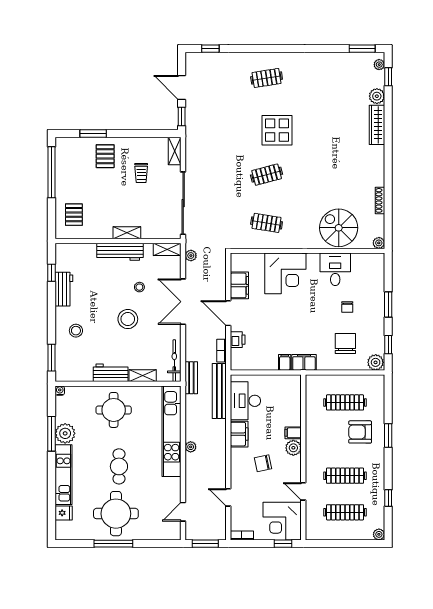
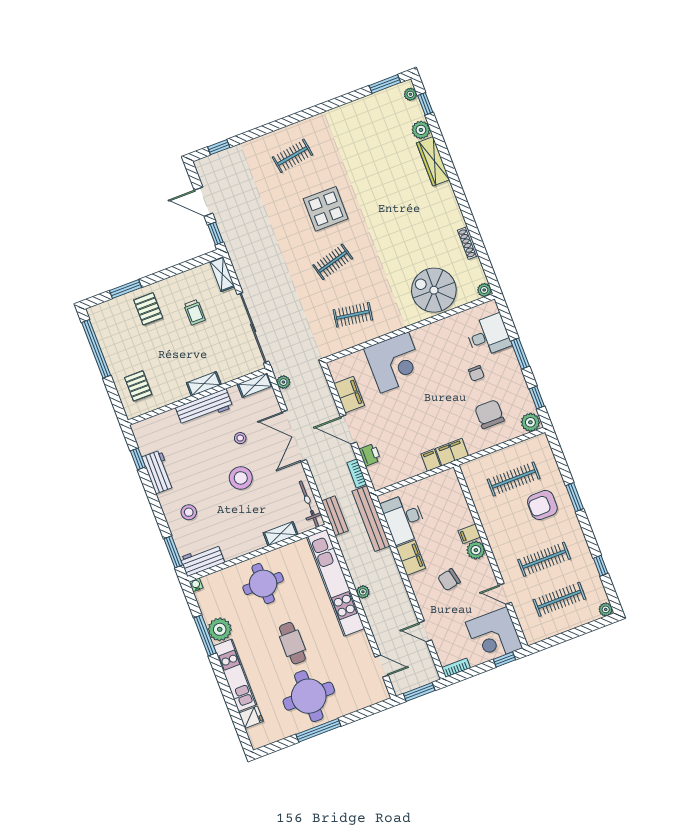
desk: (335, 269) -> (488, 336), moved, turned 90
workbench: (111, 373) -> (202, 560), moved
door: (183, 512) -> (382, 666), swing flipped

